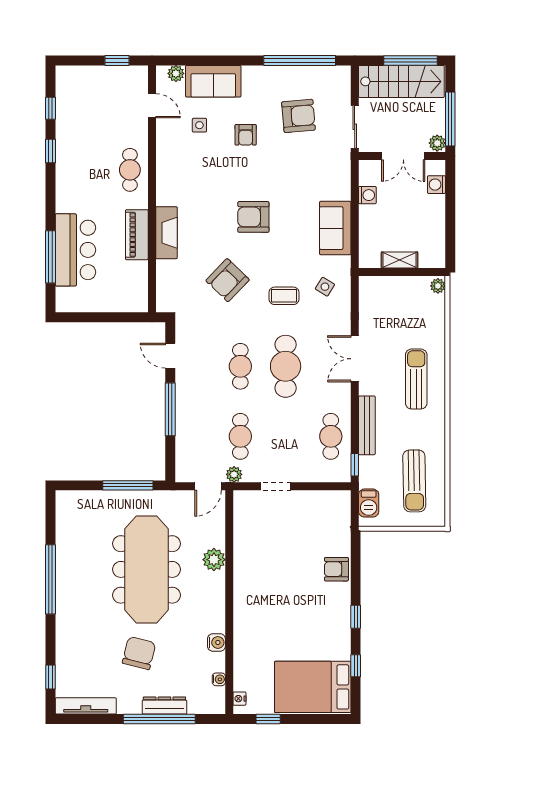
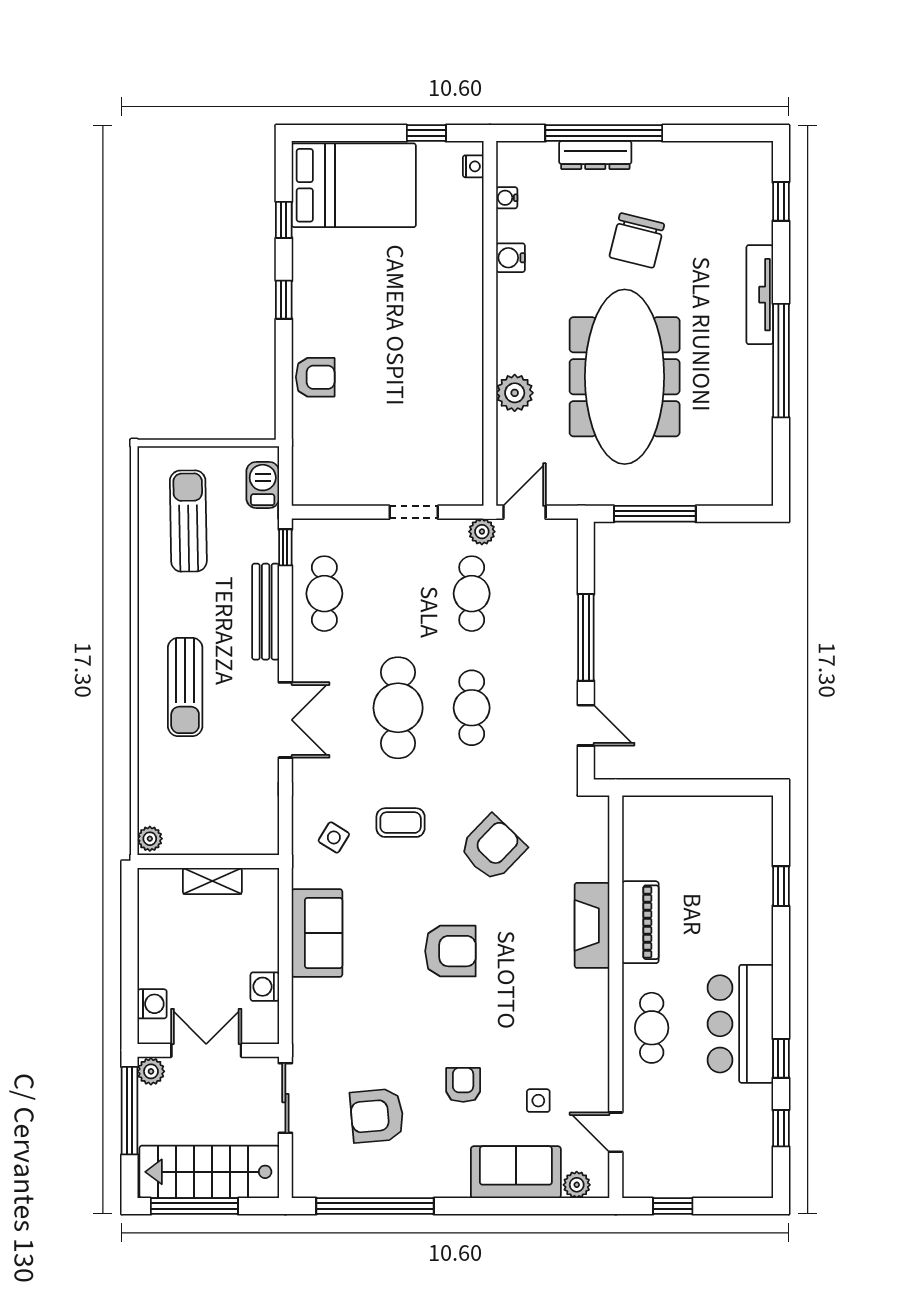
bar counter: (75, 250) -> (740, 1024), moved
window: (51, 257) -> (781, 886), width x0.46
tv unit: (86, 706) -> (760, 295), moved, turned 90

